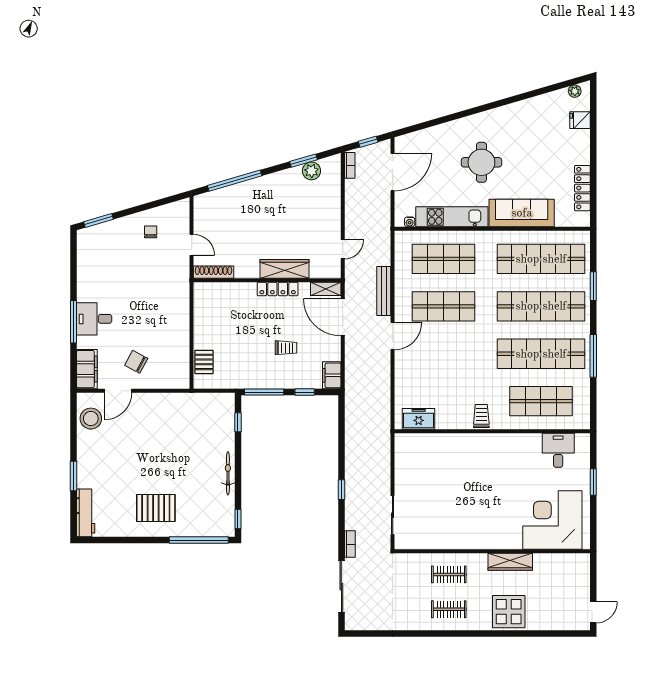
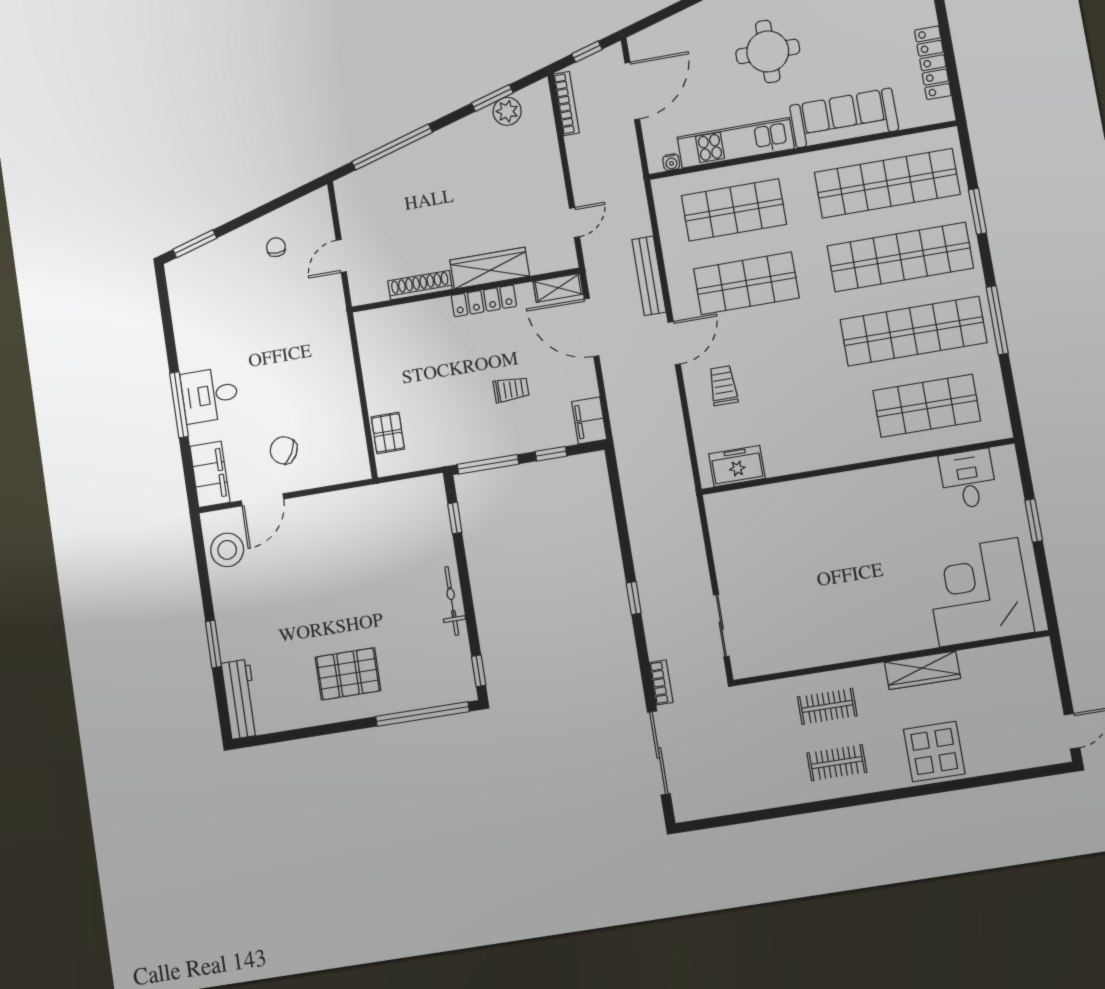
bookcase: (350, 165) -> (566, 103), width x1.56
door: (192, 245) -> (341, 256), swing flipped
shoe rack: (214, 272) -> (420, 285), moved
trolley: (481, 416) -> (723, 386), moved

